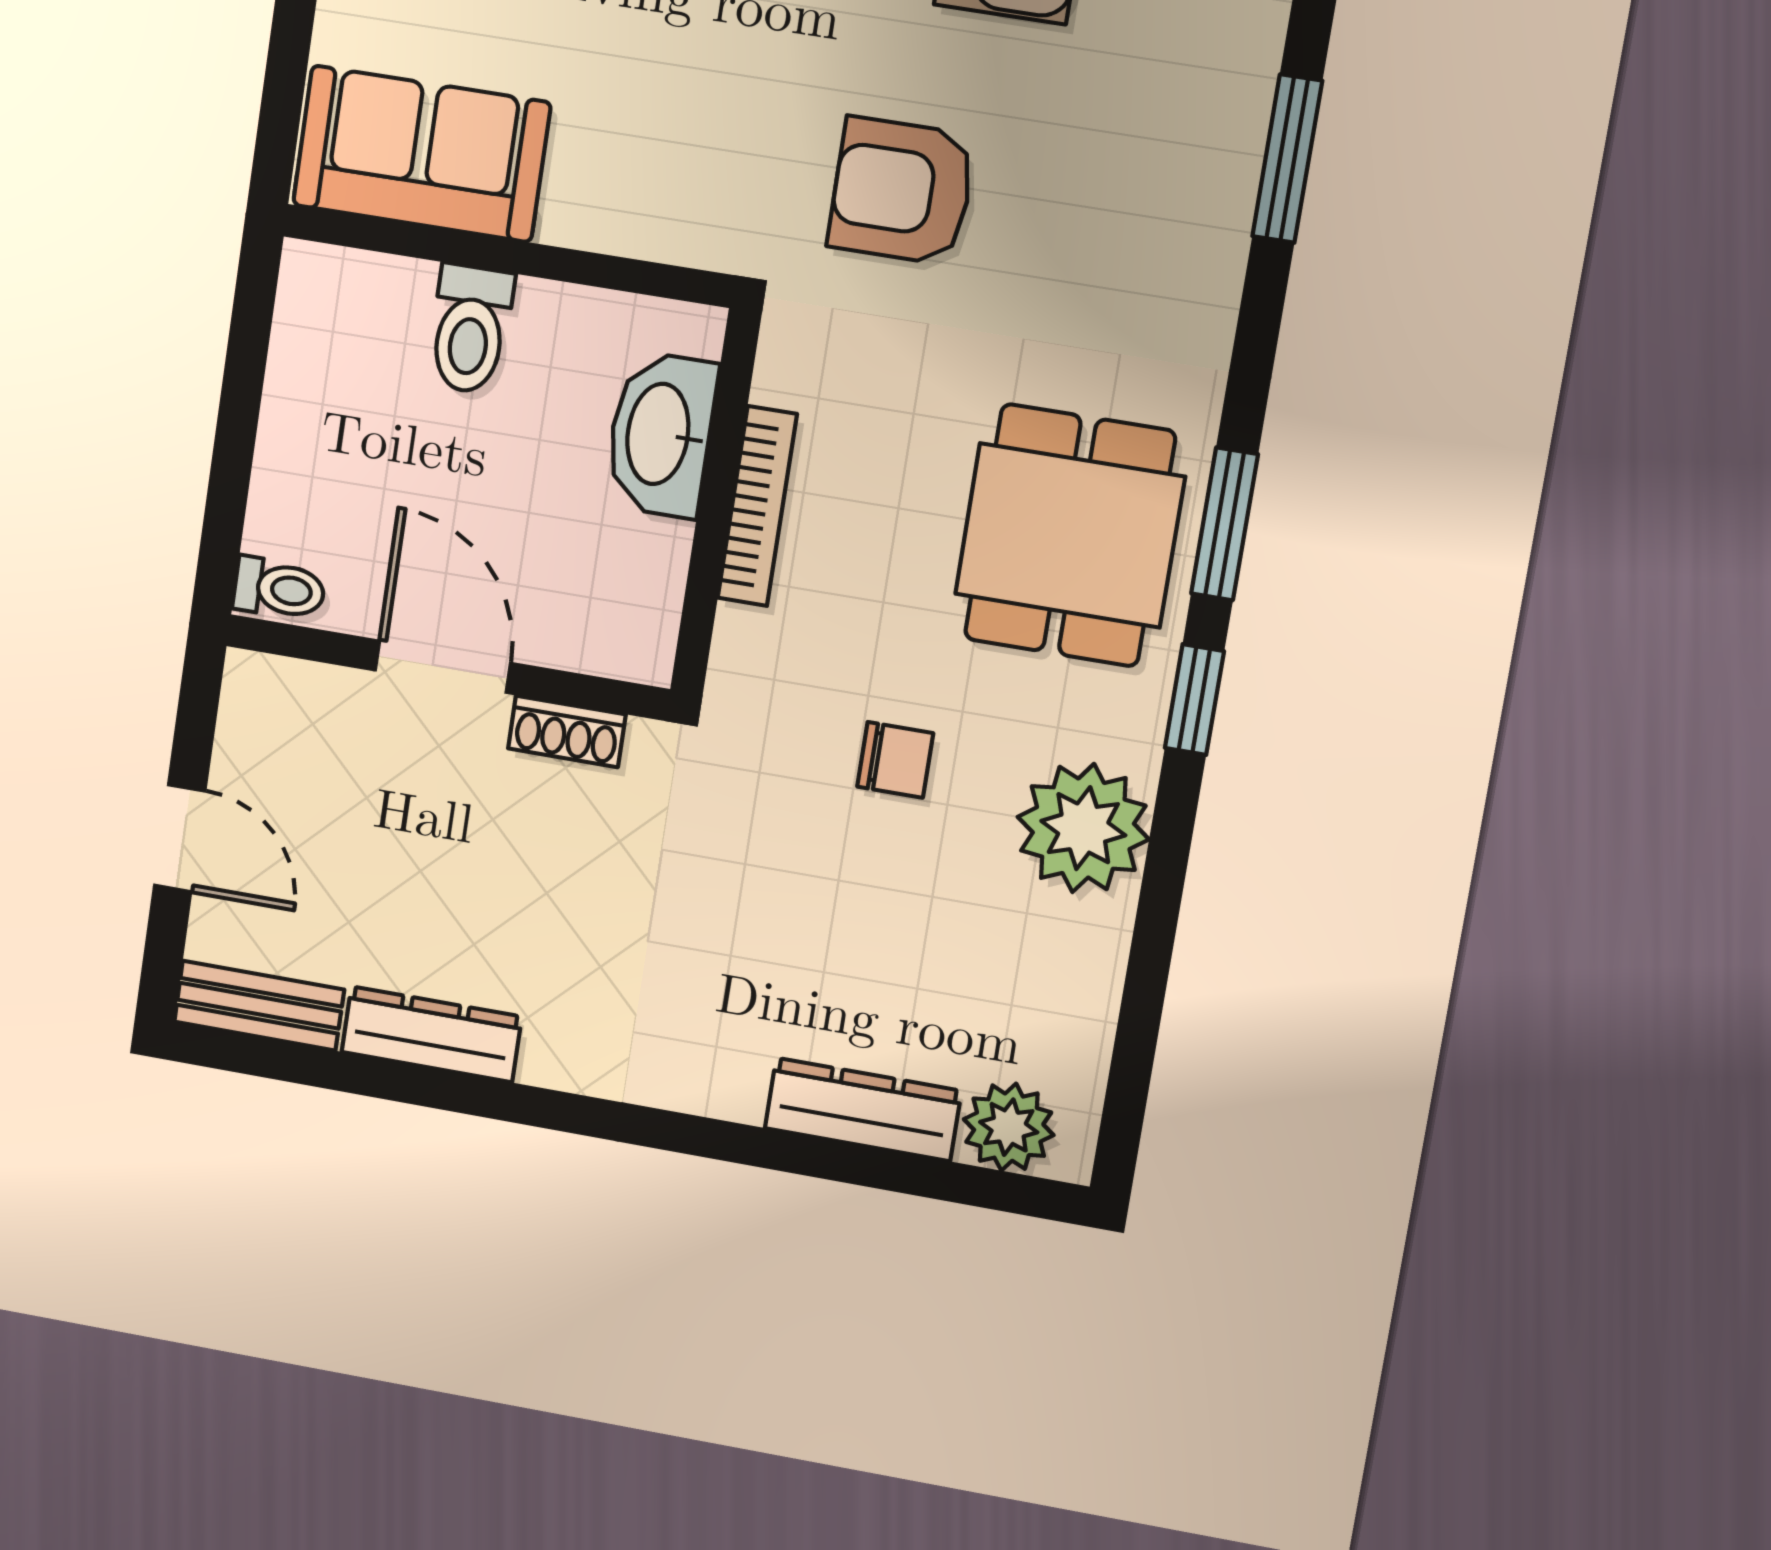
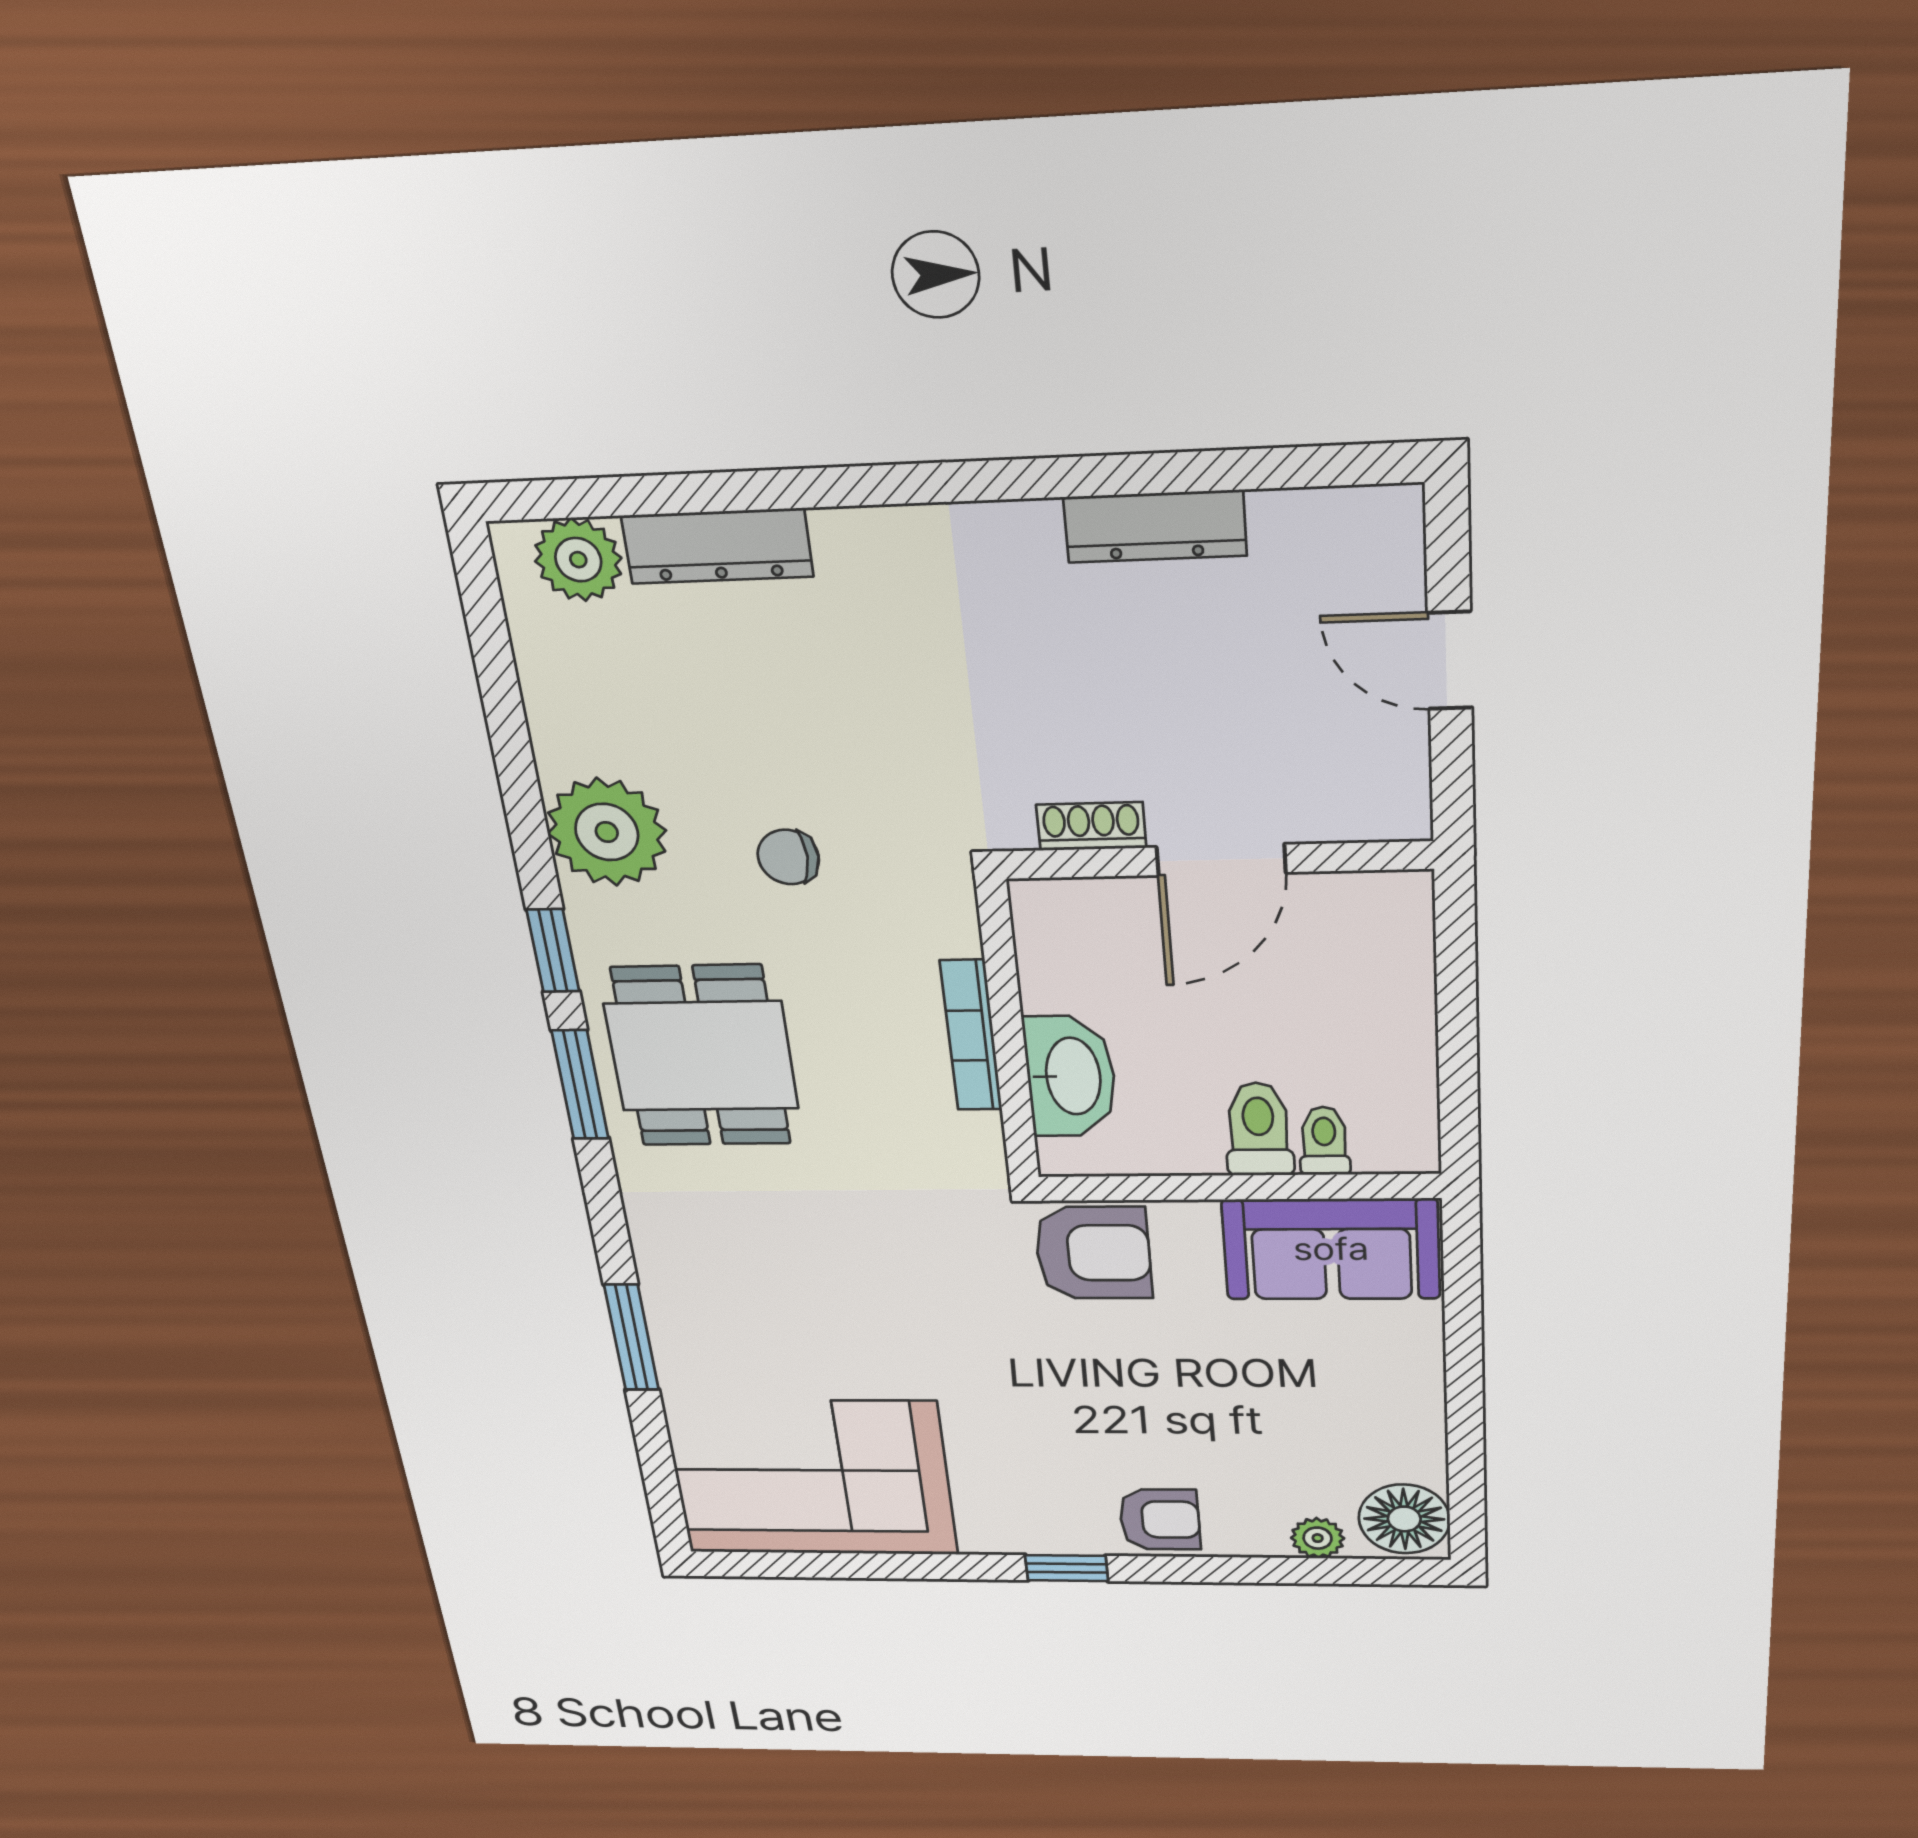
armchair: (902, 191) -> (1093, 1253), moved
toilet: (279, 589) -> (1324, 1141), moved, turned 90
door: (443, 667) -> (1221, 860), hinge flipped
bench: (259, 1006) -> (1338, 517), removed

